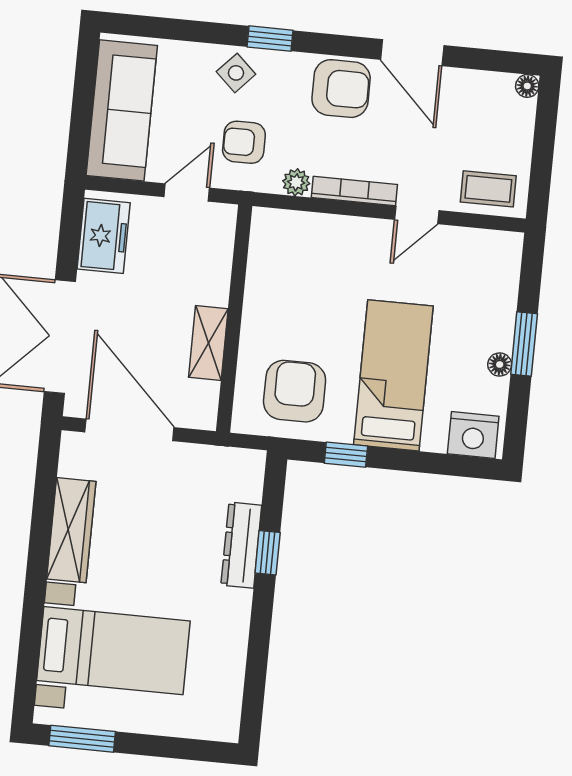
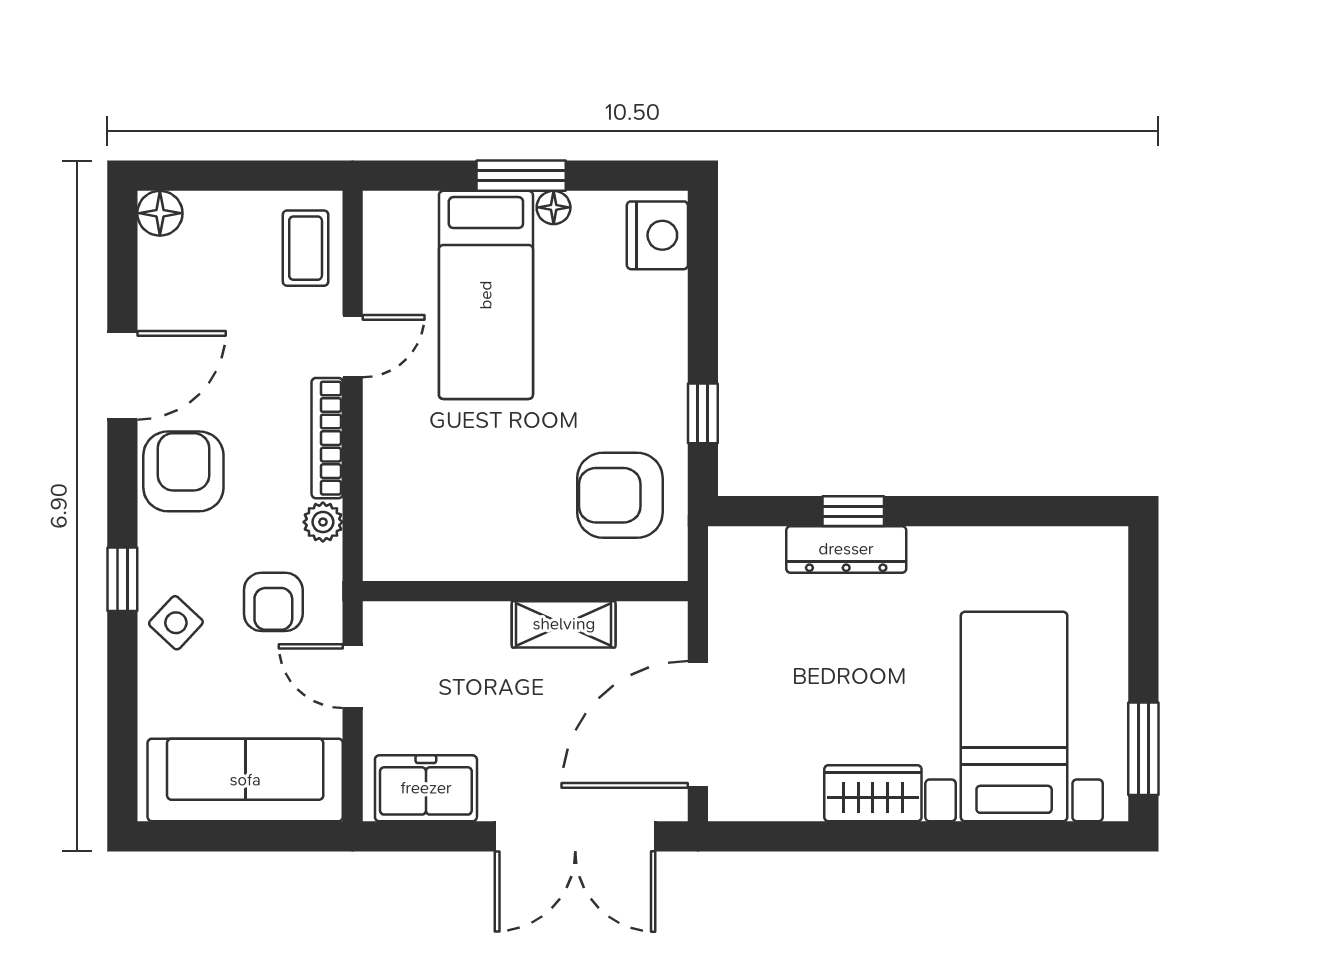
floor lamp: (527, 86) -> (160, 213), width x1.37, depth x1.37
door: (417, 215) -> (353, 346), hinge flipped
bed: (393, 375) -> (486, 295), moved, turned -90
wardrobe: (71, 530) -> (873, 793), width x0.67

